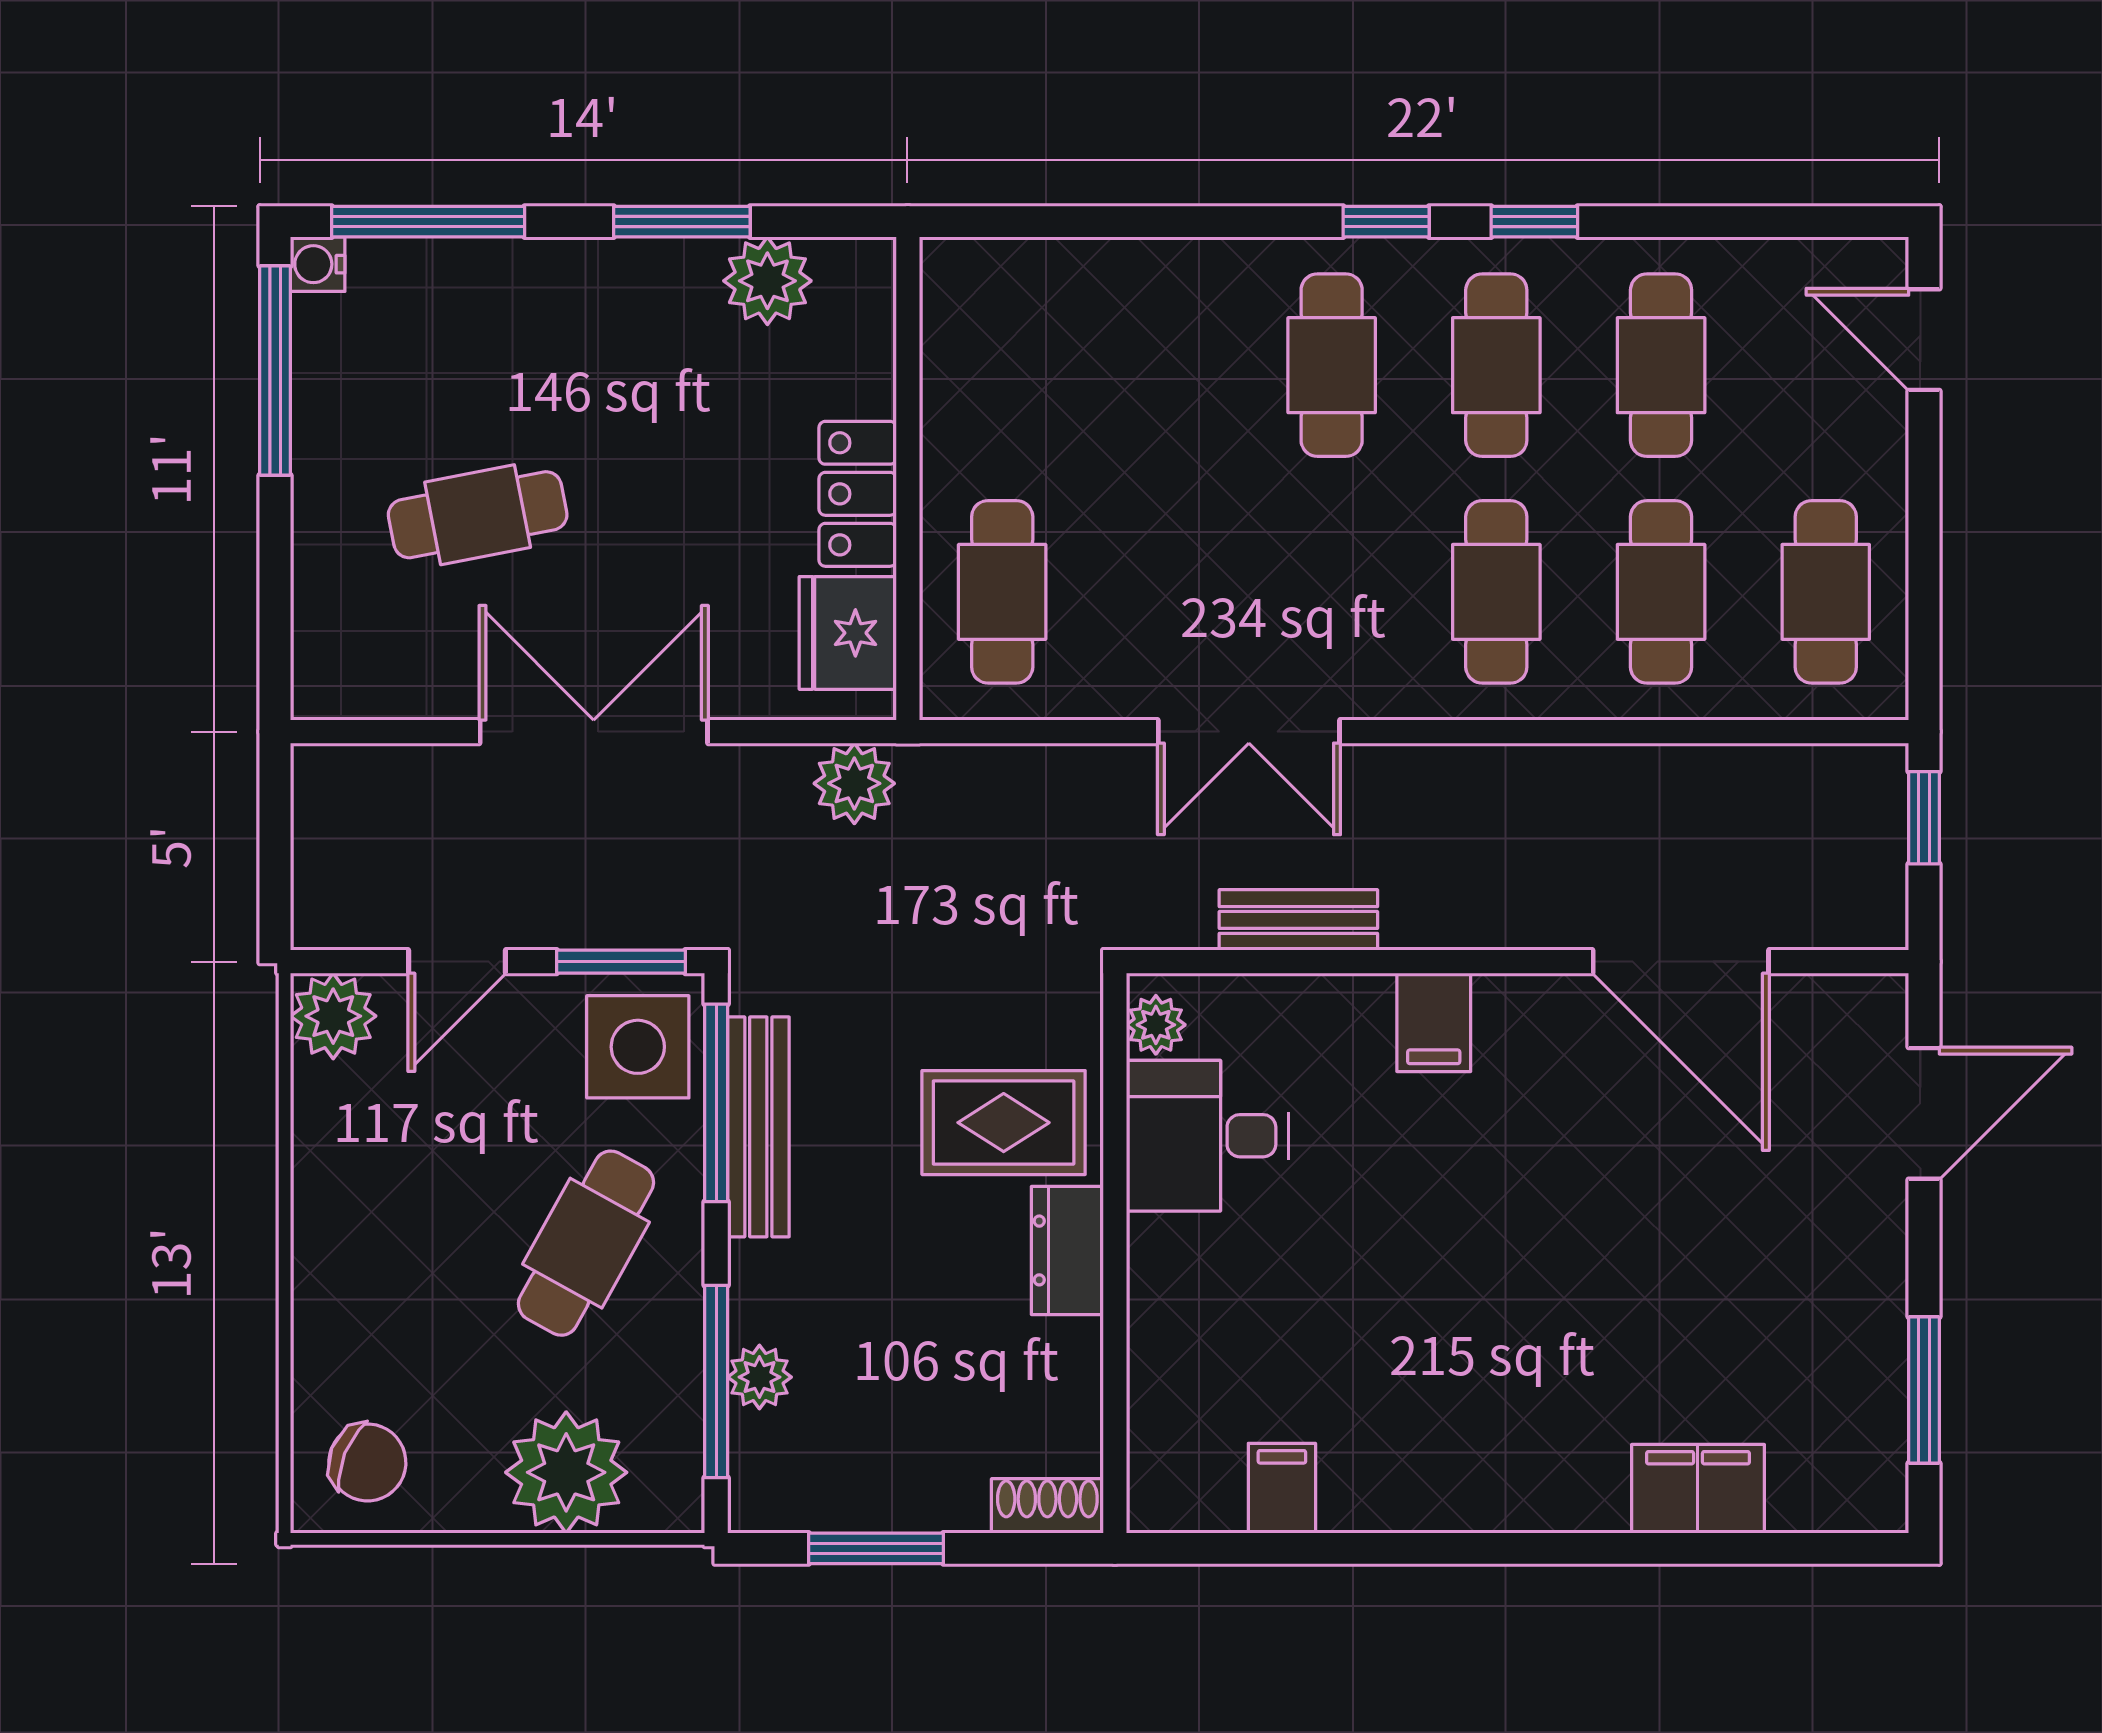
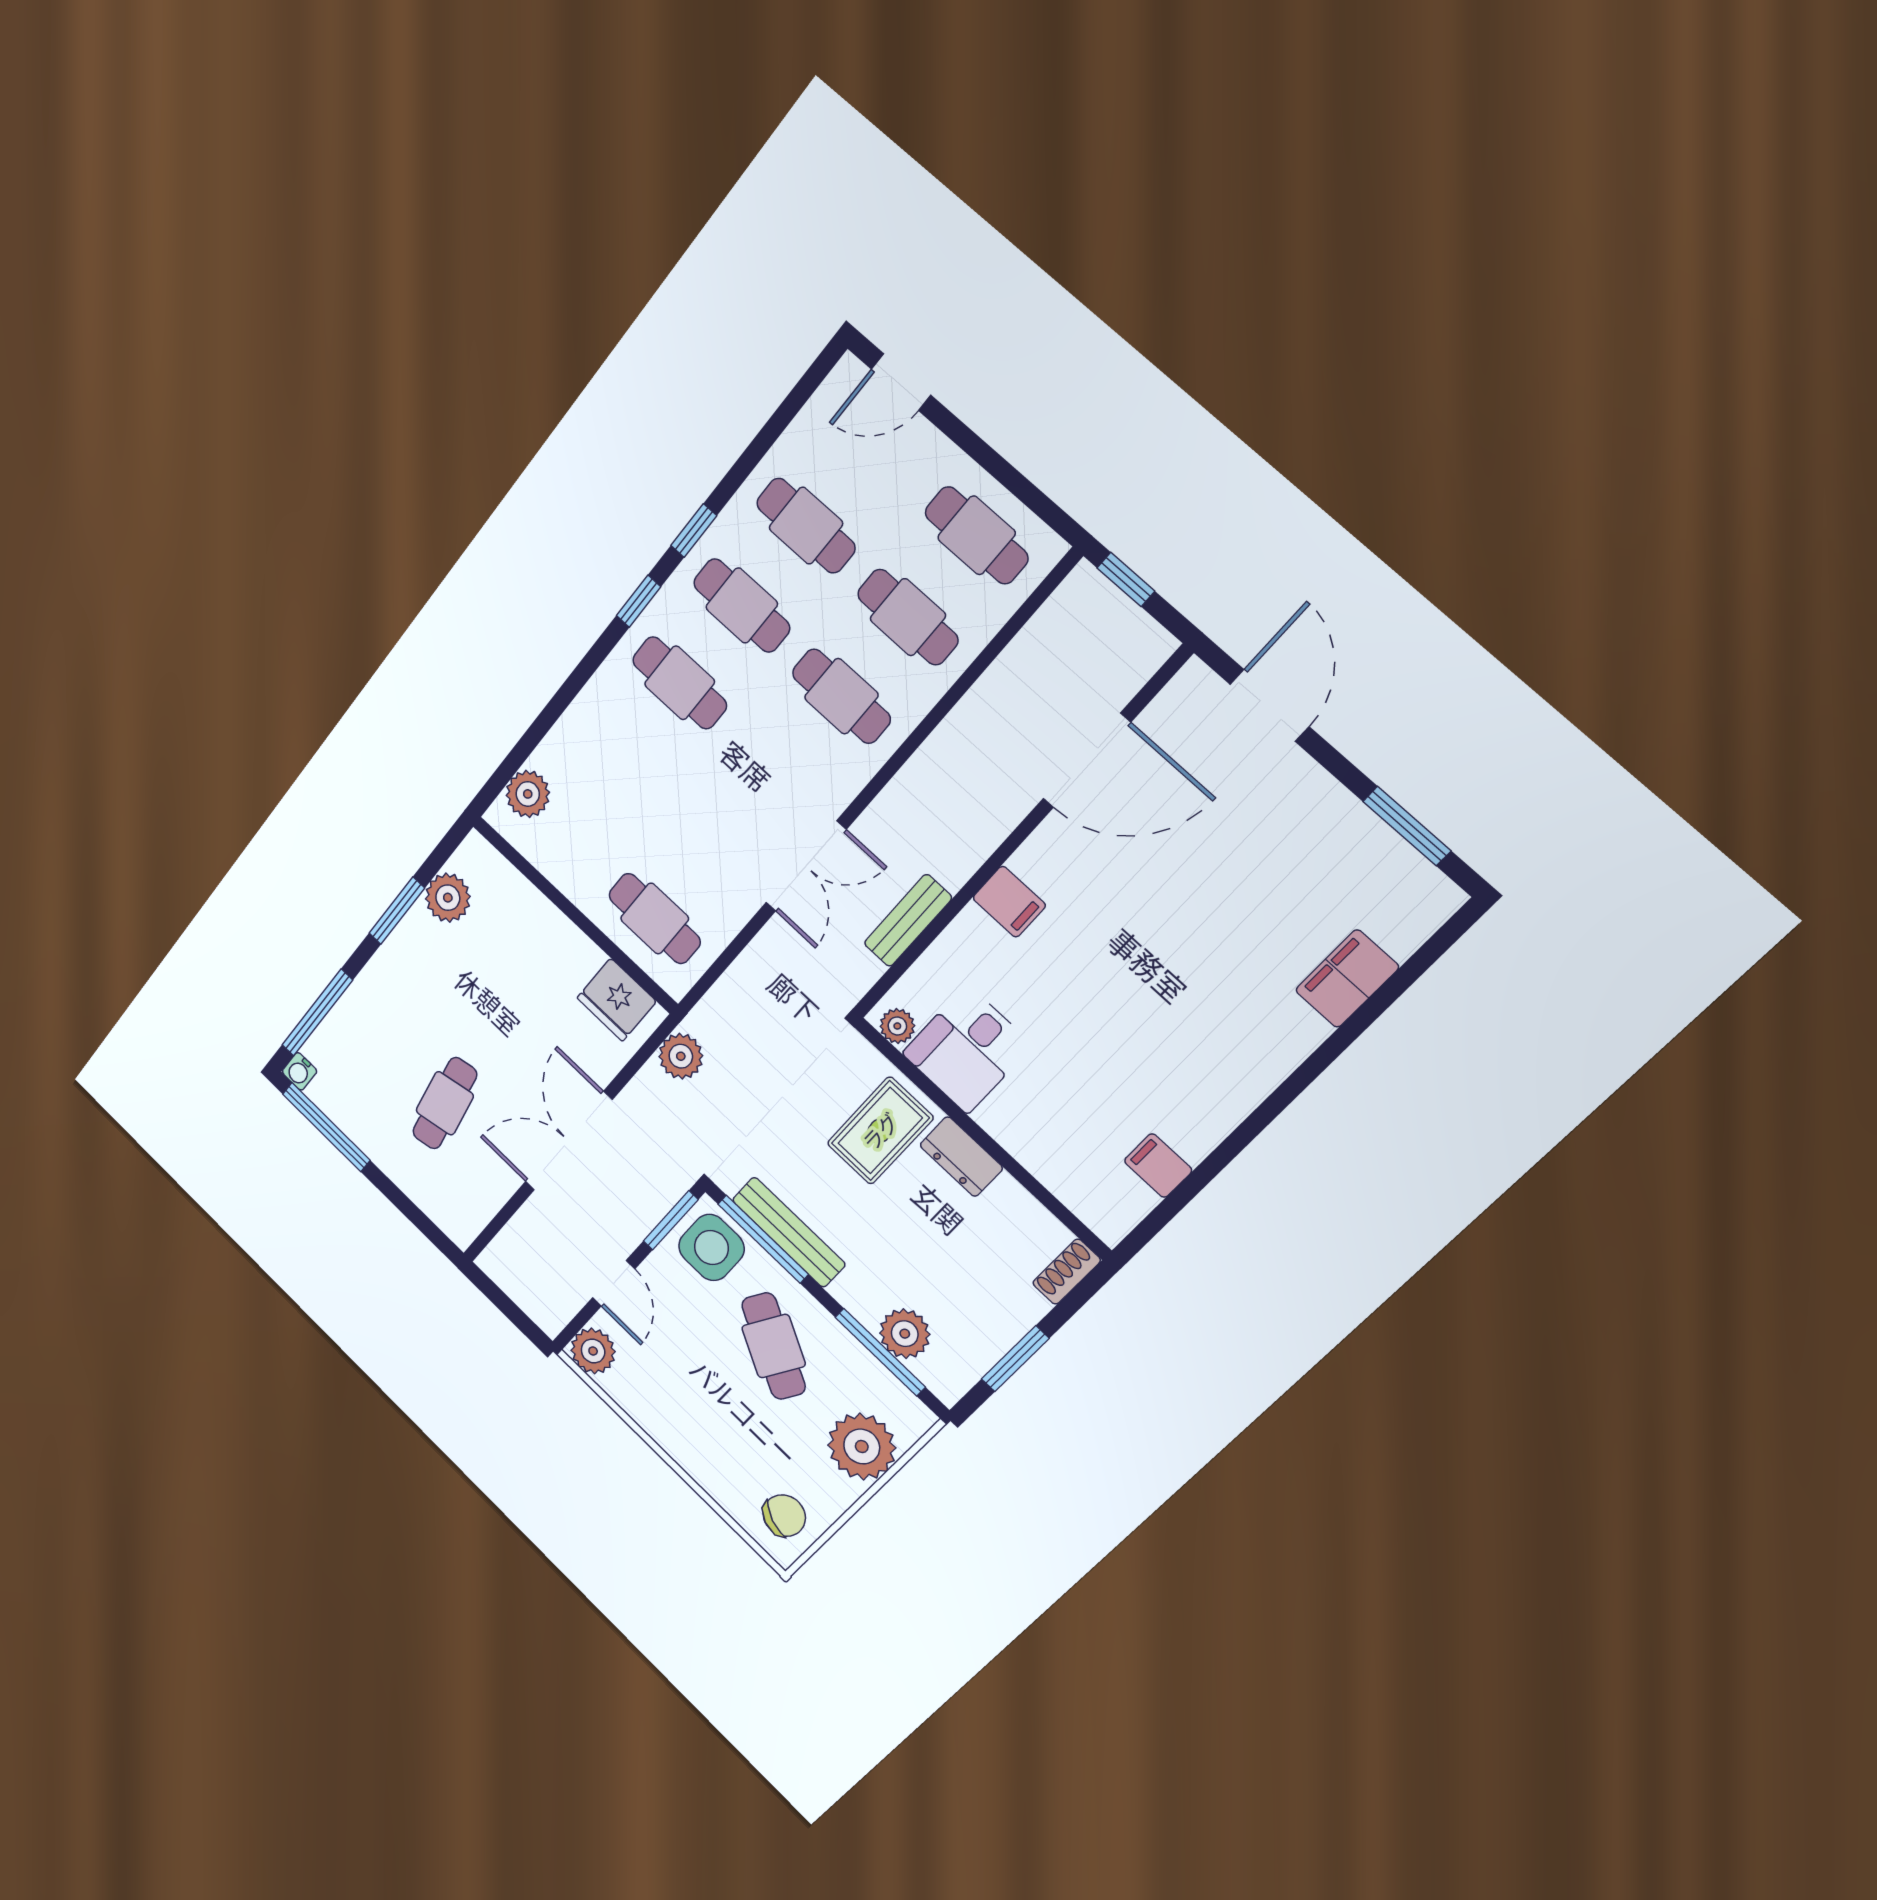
plant: (1008, 278) -> (528, 794), added
locker: (858, 494) -> (563, 942), removed
plant: (759, 1377) -> (905, 1334), width x1.38, depth x1.38

